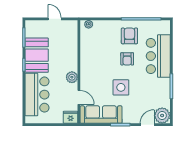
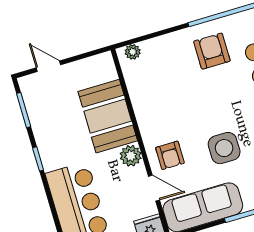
door: (55, 19) -> (48, 66), moved
booth: (37, 55) -> (108, 116), moved
armchair: (127, 59) -> (170, 155), moved

